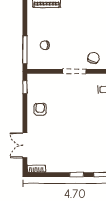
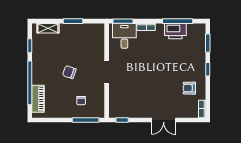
chair: (93, 58) -> (69, 72), moved
armchair: (40, 109) -> (189, 88), moved
double door: (25, 145) -> (164, 120), moved

